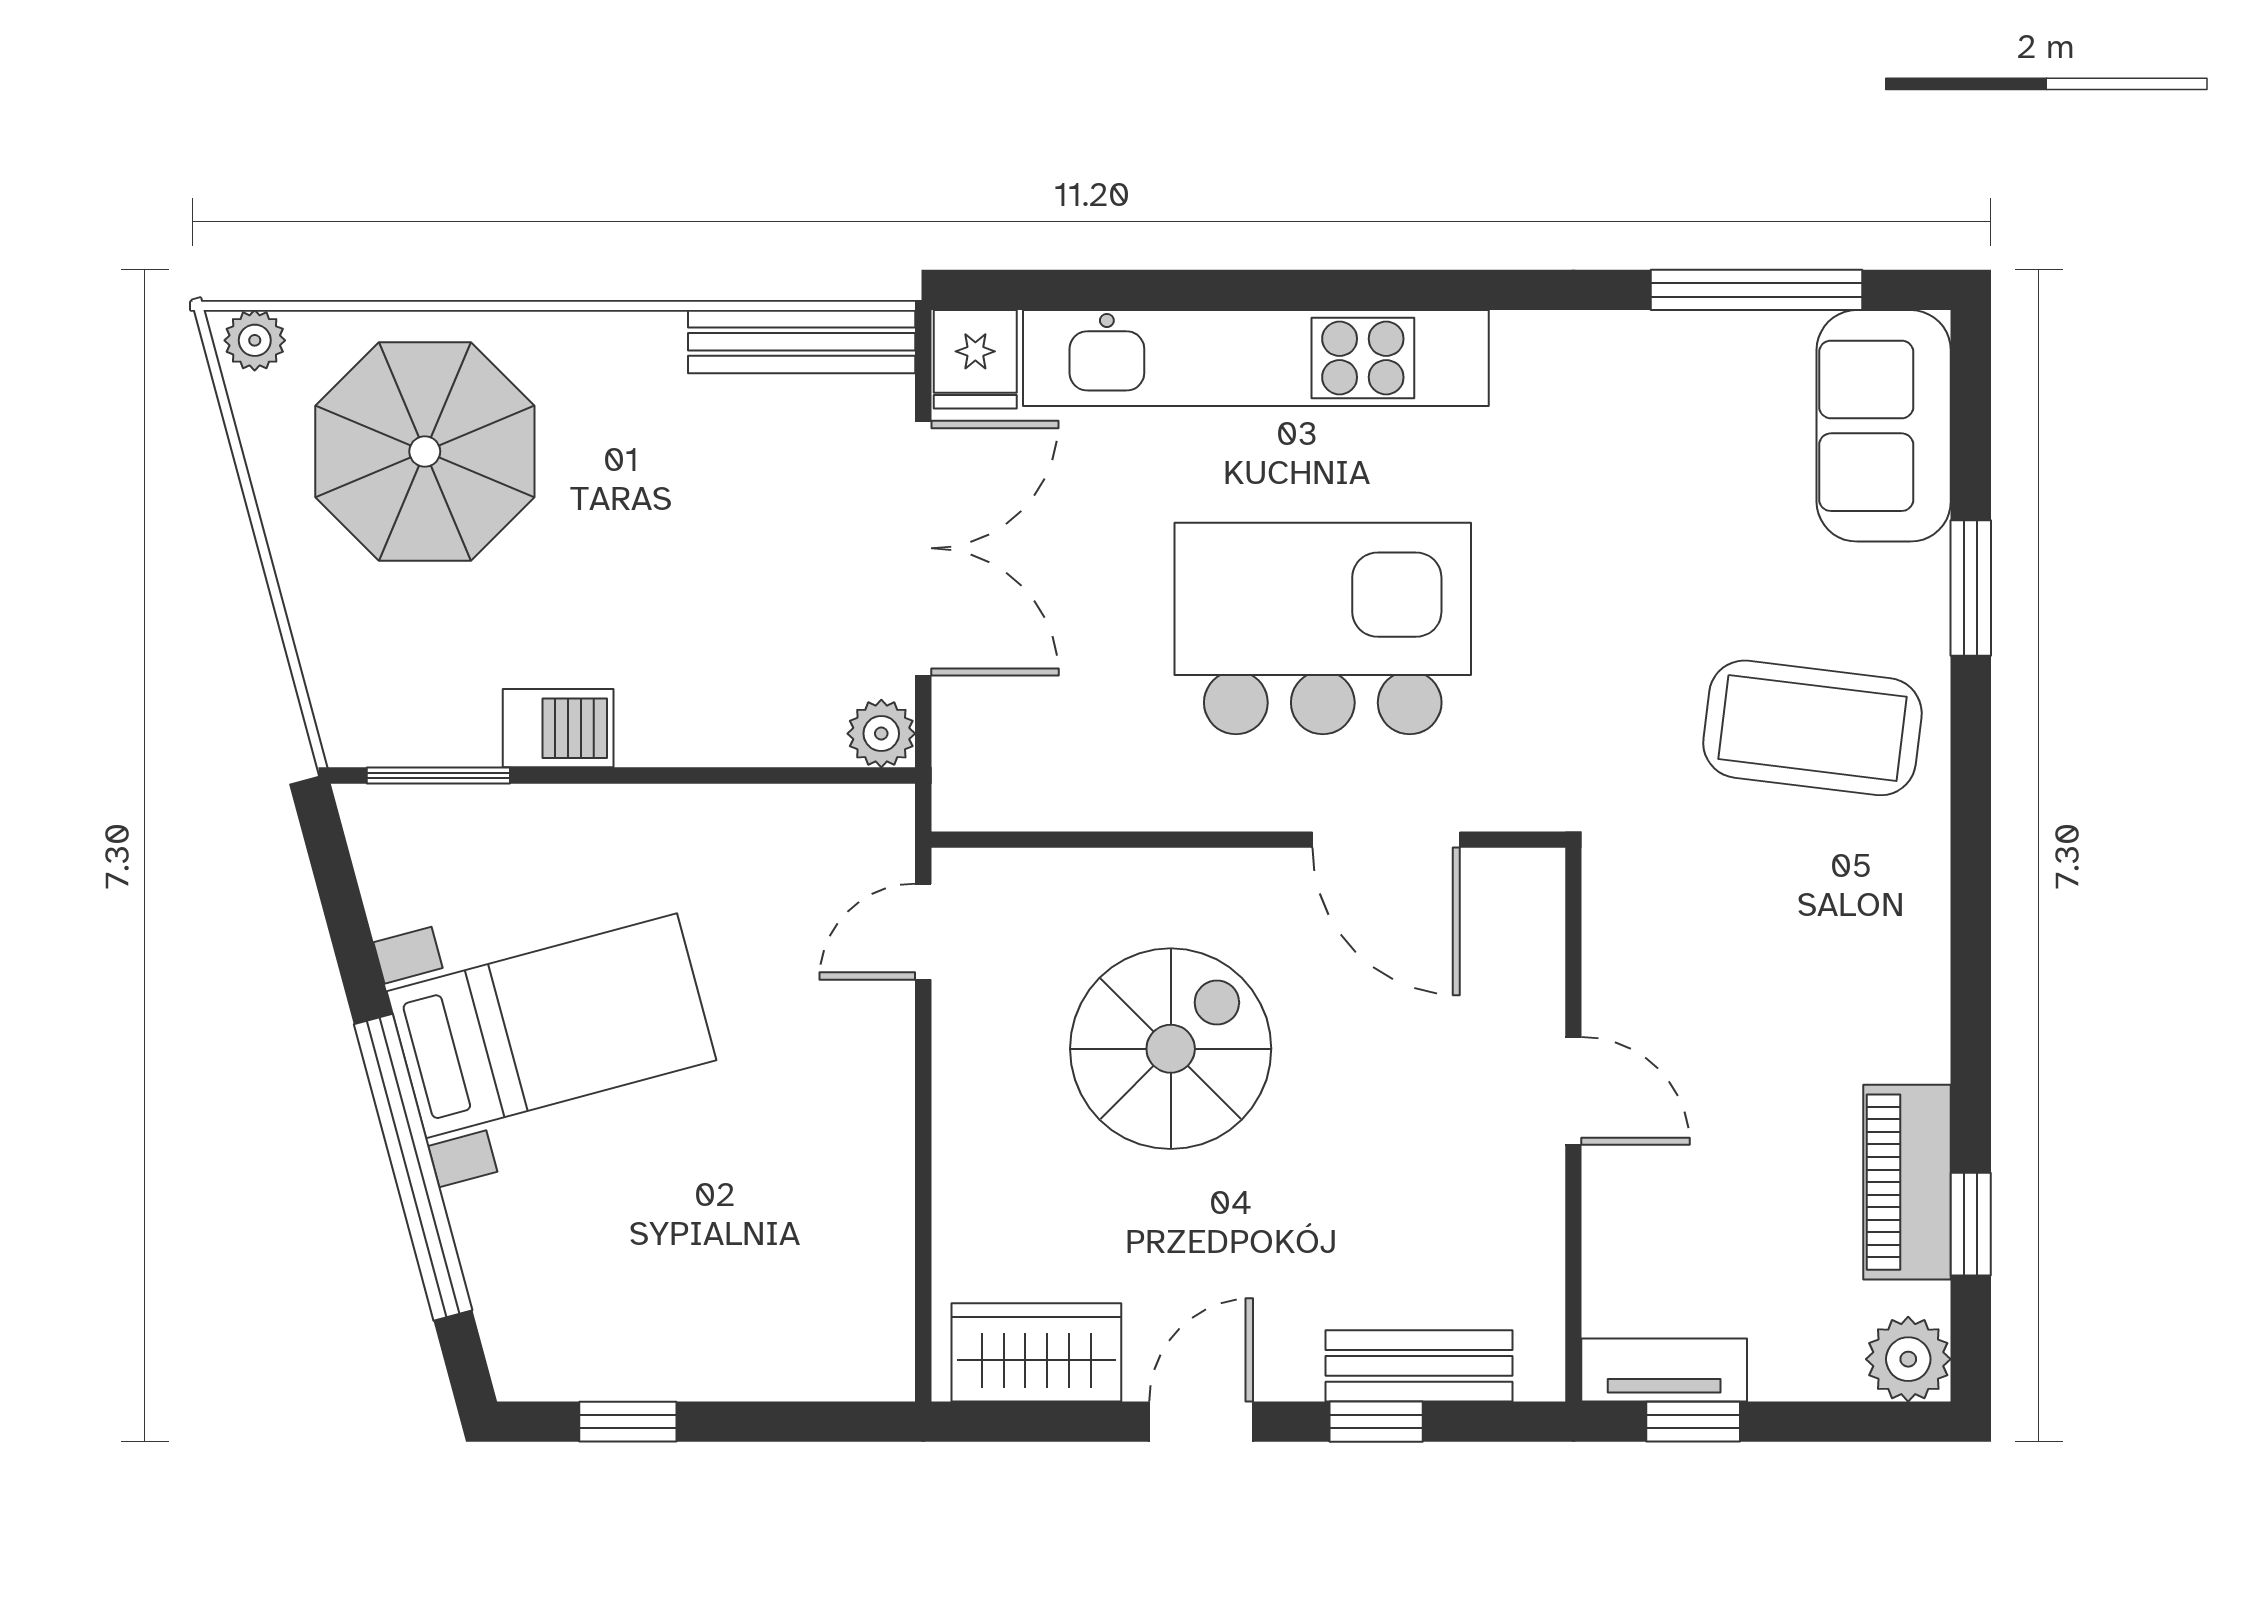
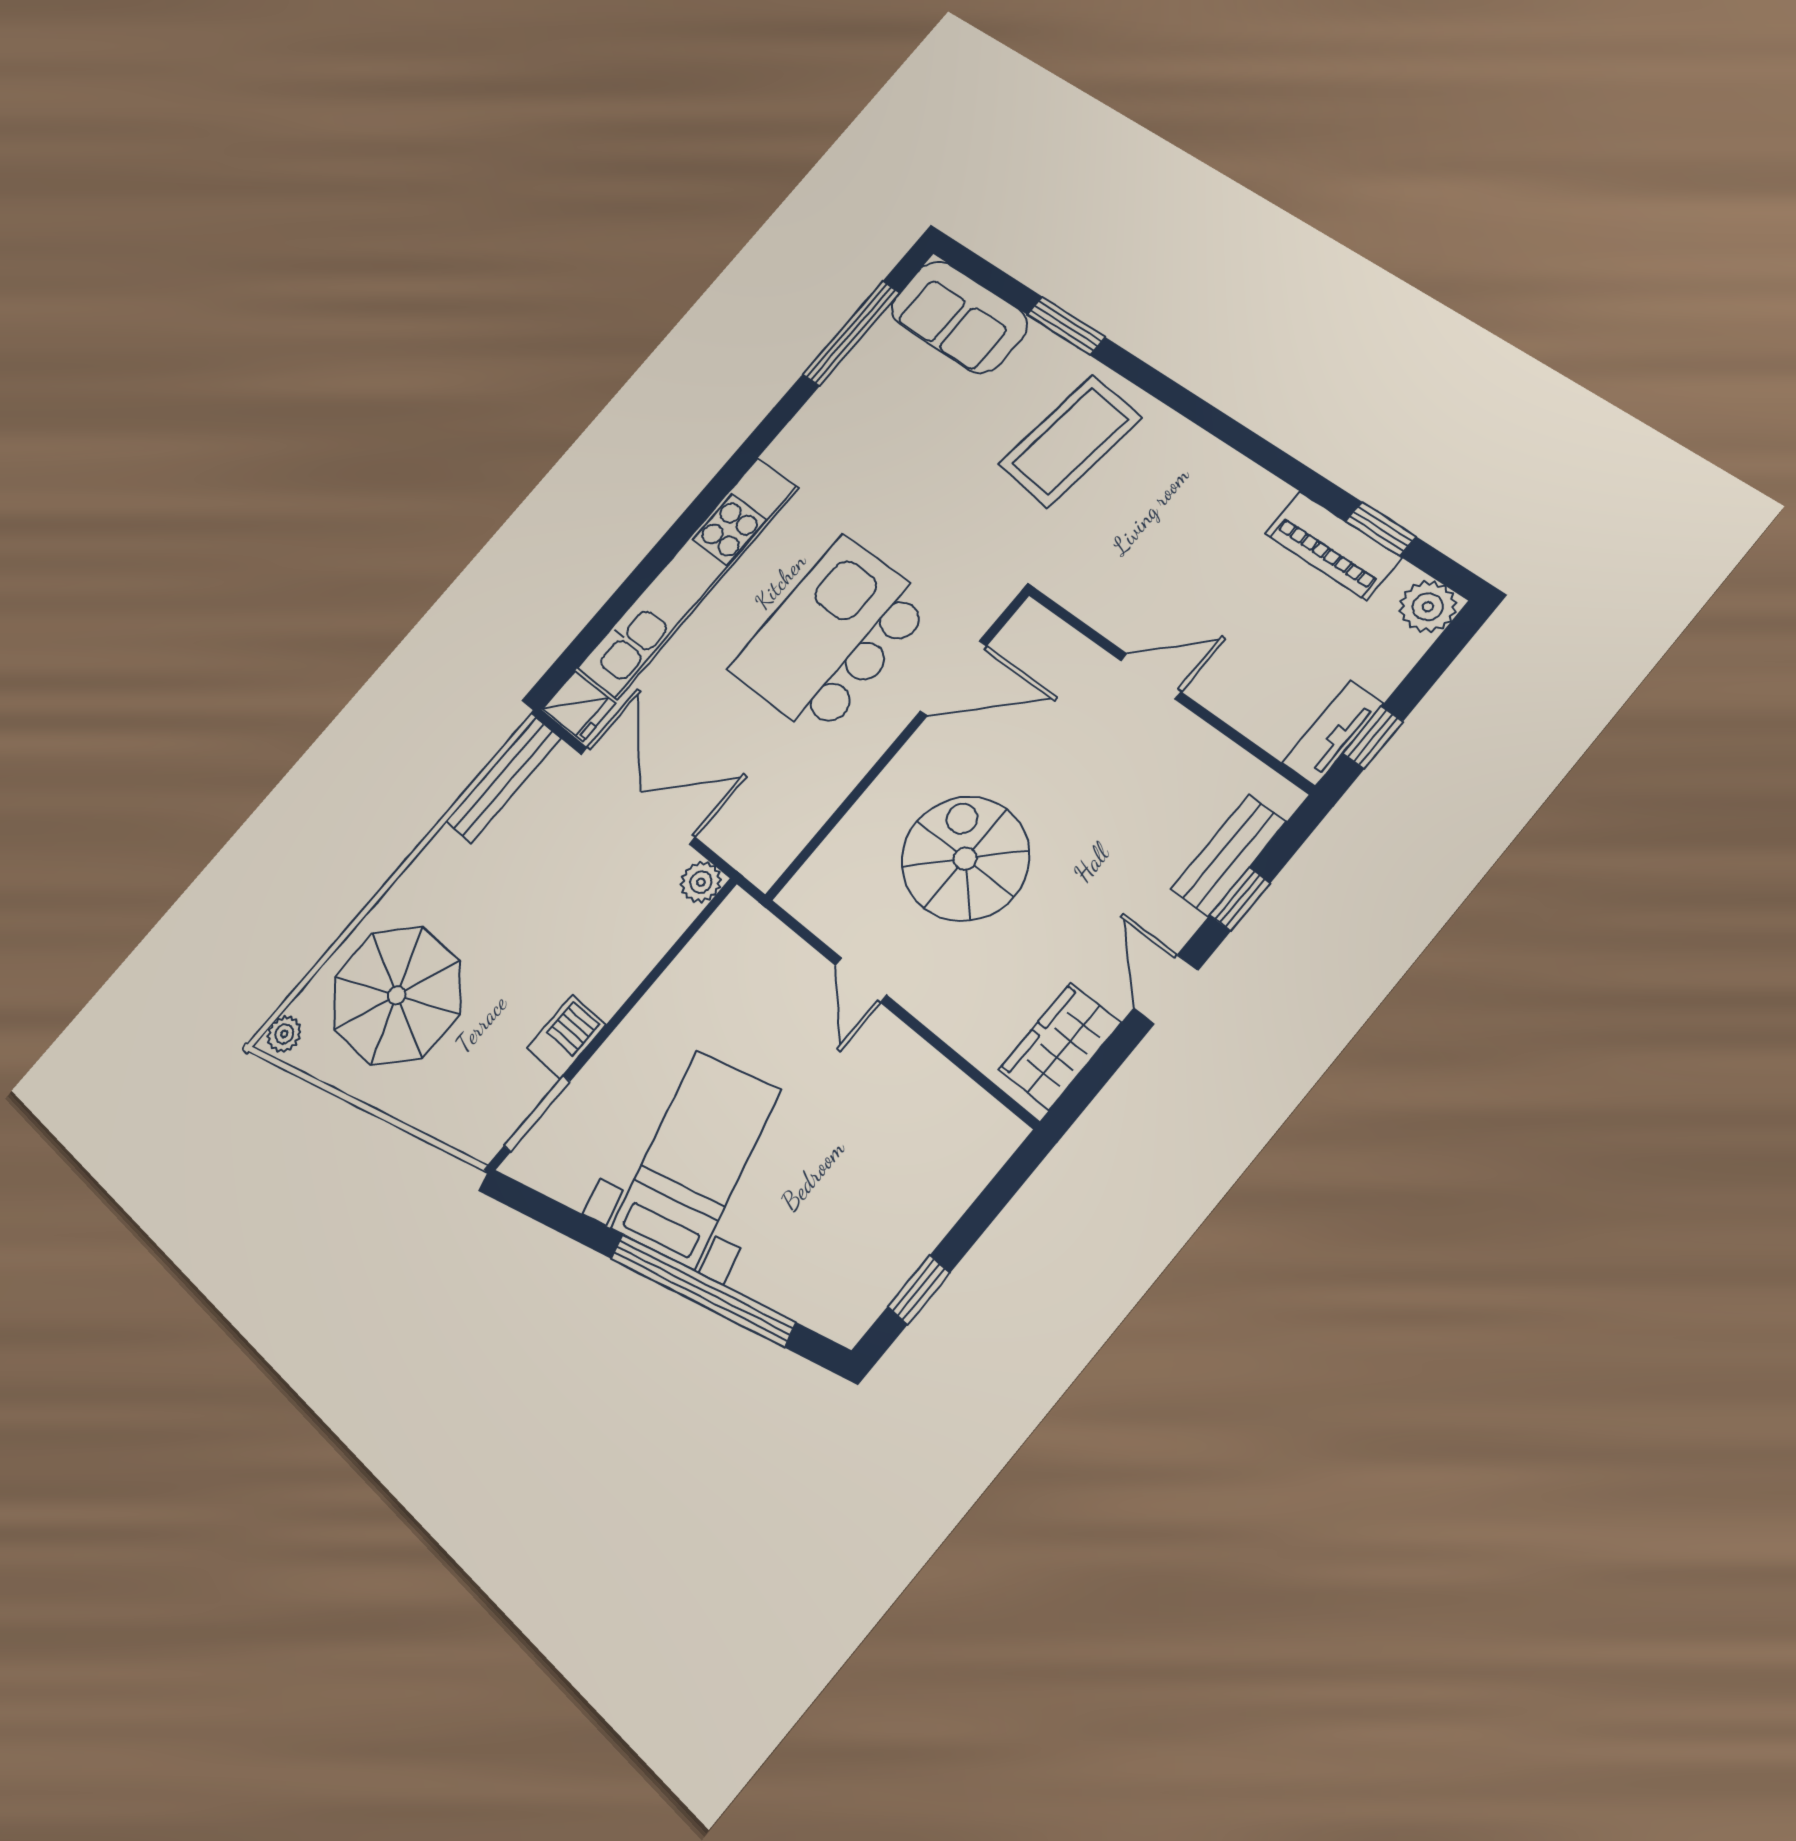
door: (923, 932) -> (861, 980), moved

